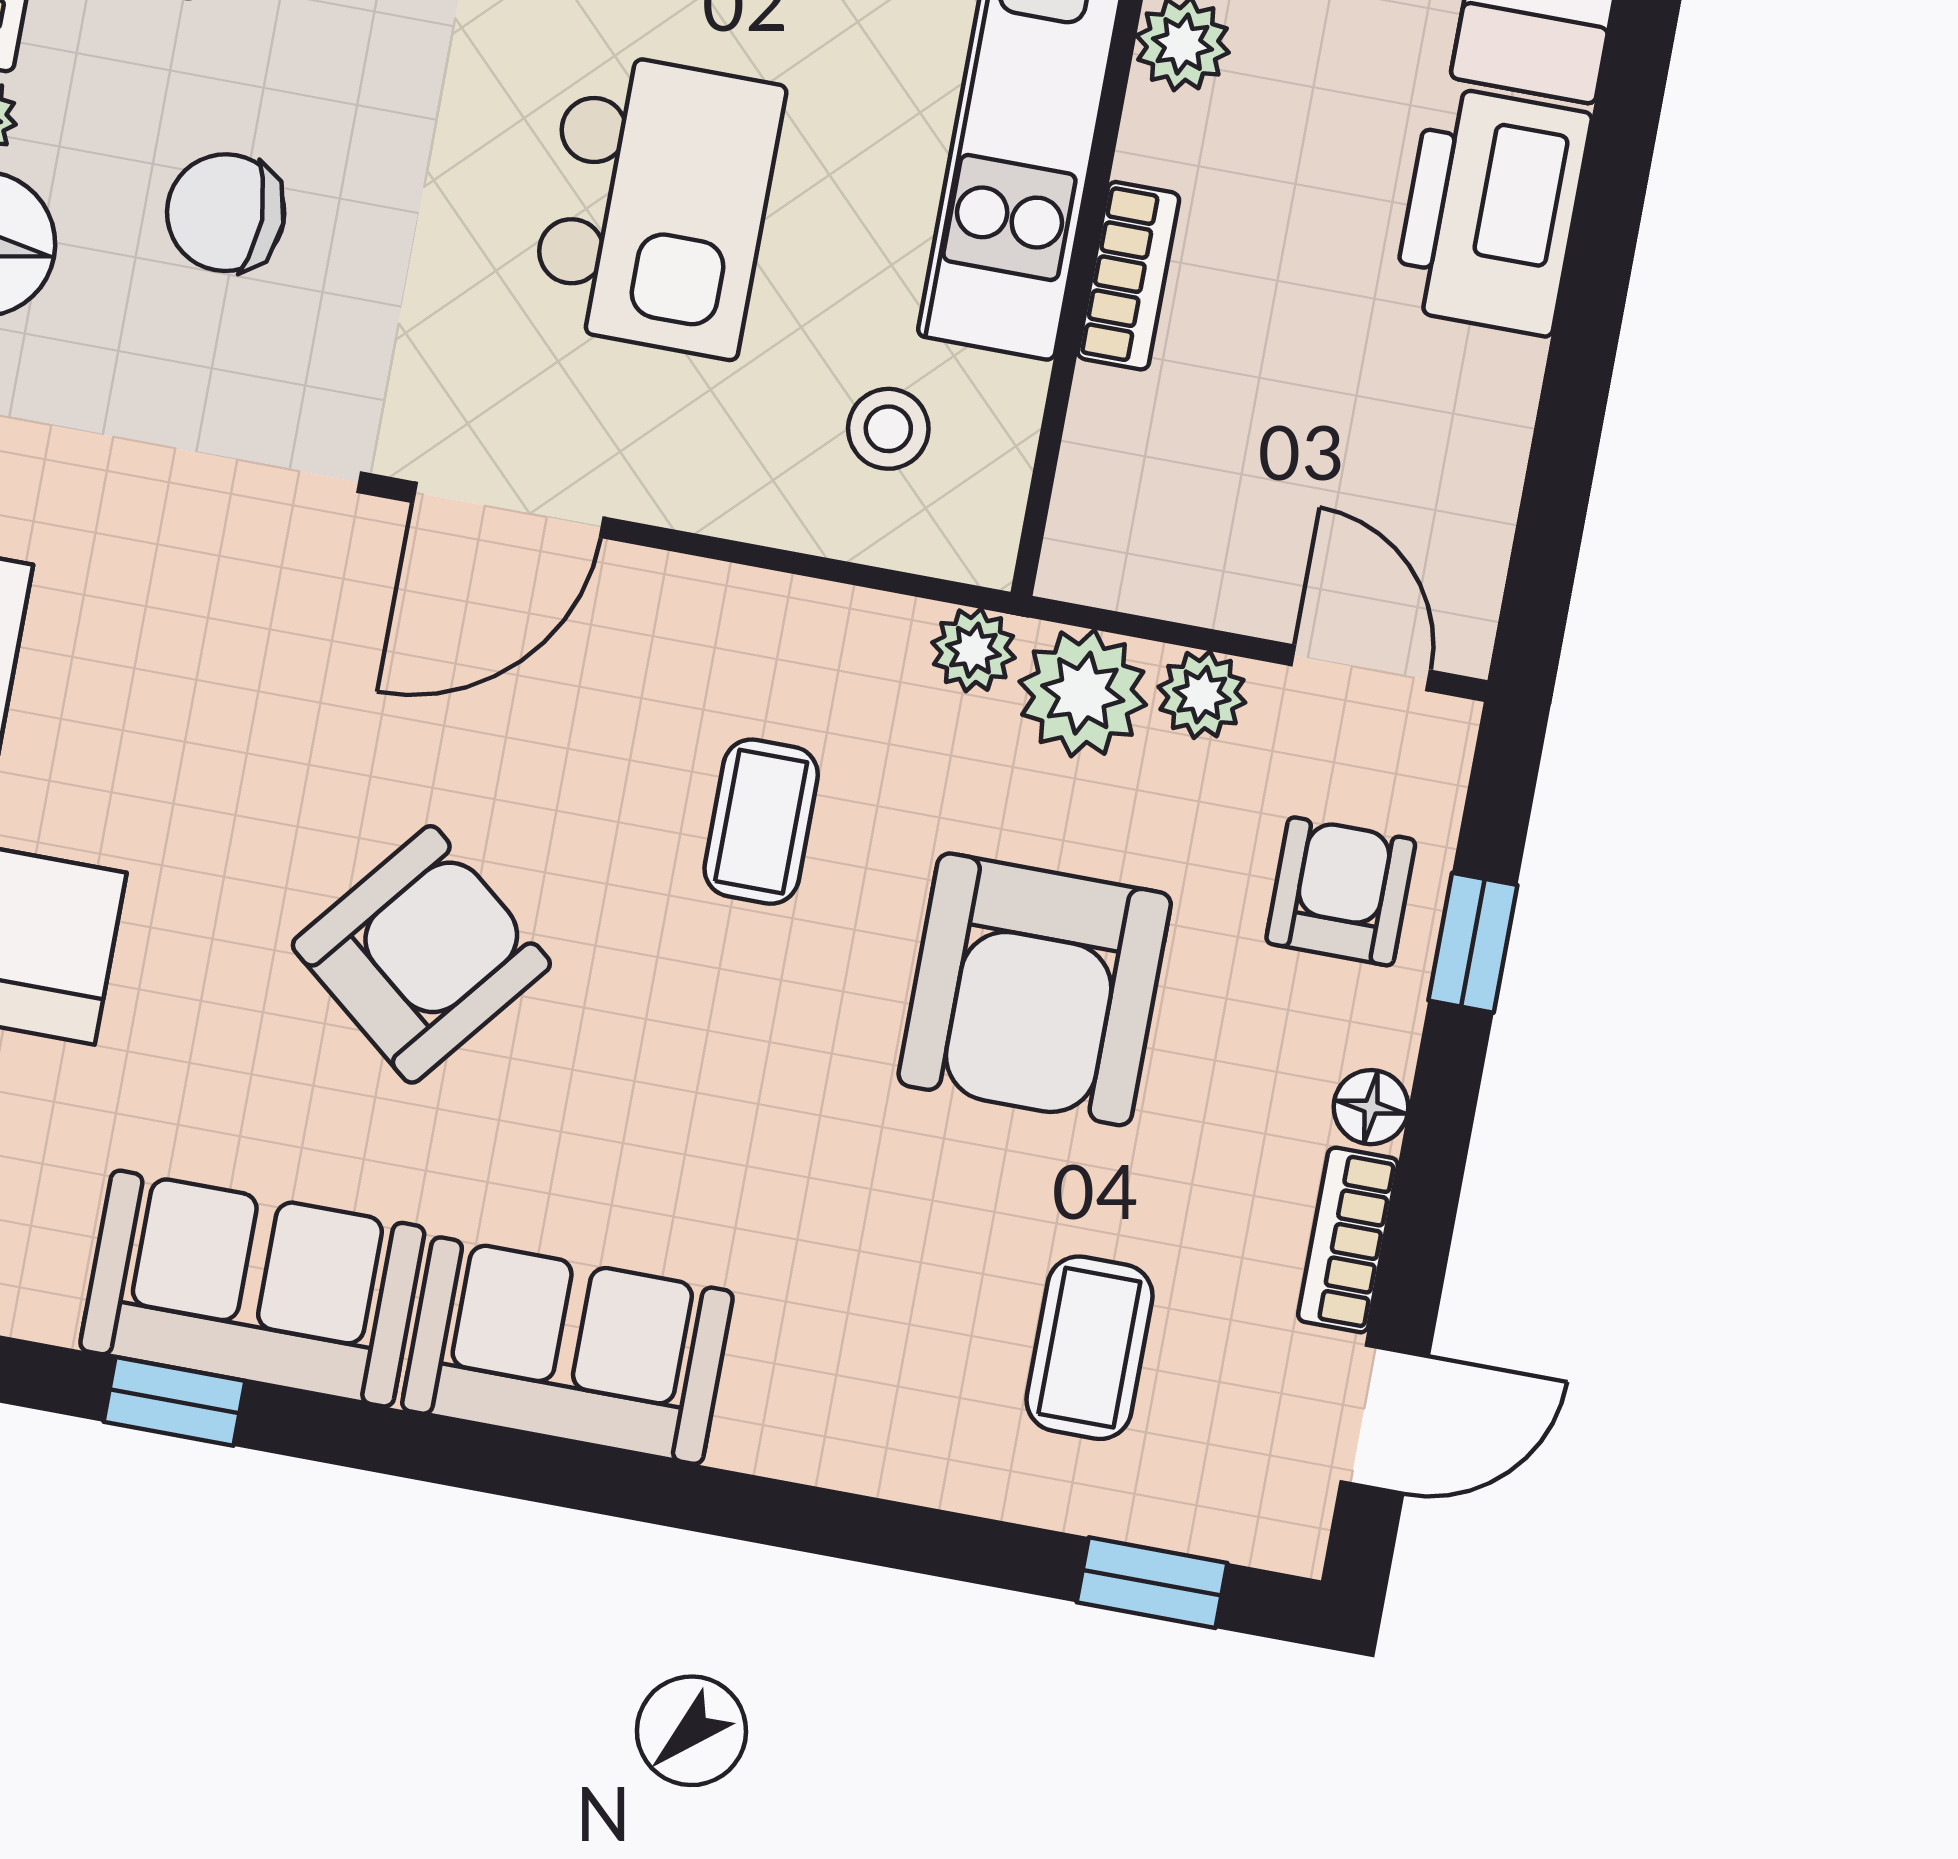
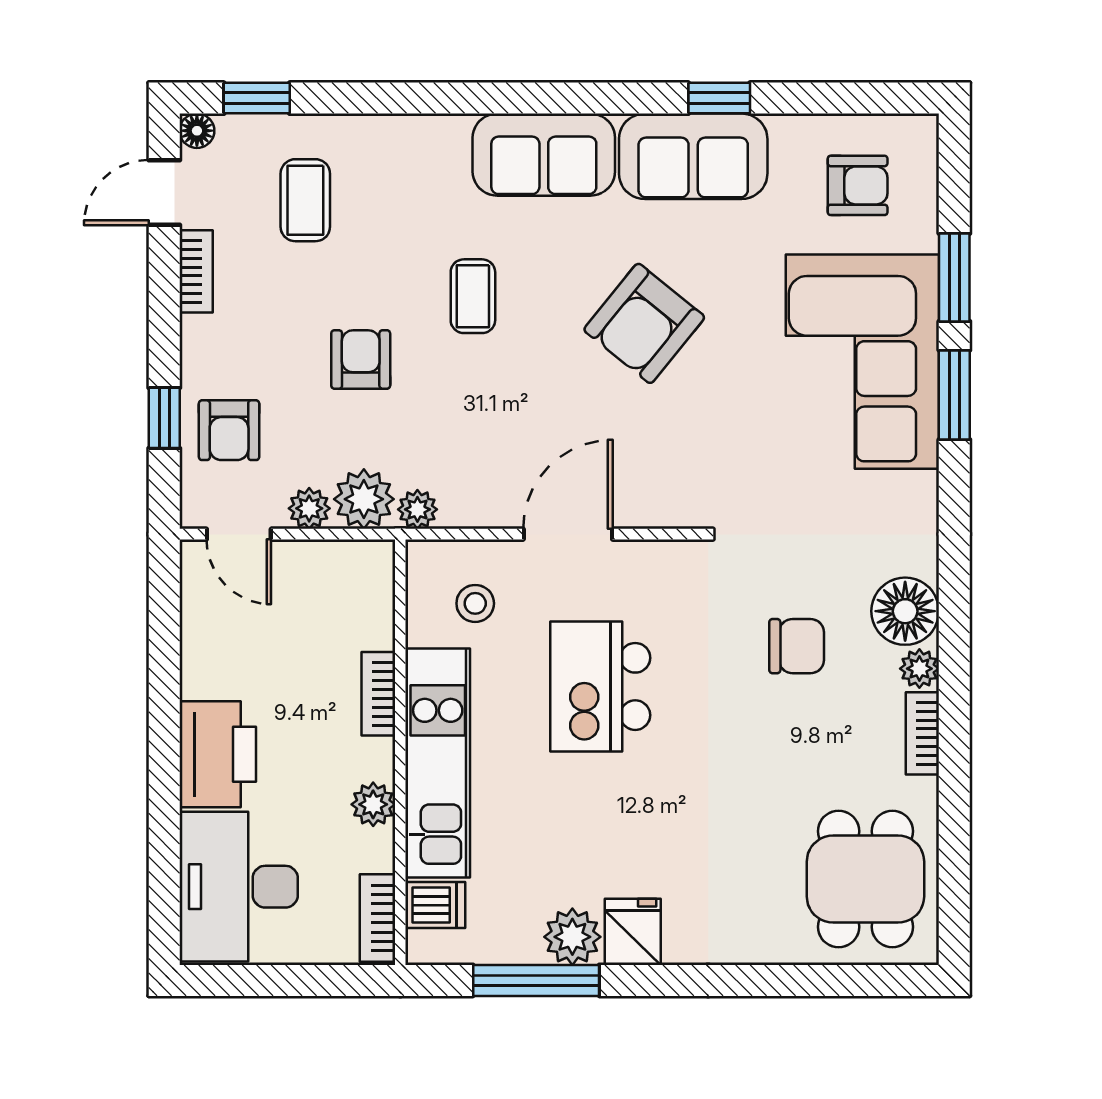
door: (508, 510) -> (568, 534), moved
coffee table: (761, 822) -> (473, 296), moved
armchair: (1035, 989) -> (361, 359), width x0.53, depth x0.53
floor lamp: (1371, 1107) -> (197, 131), moved

